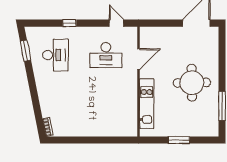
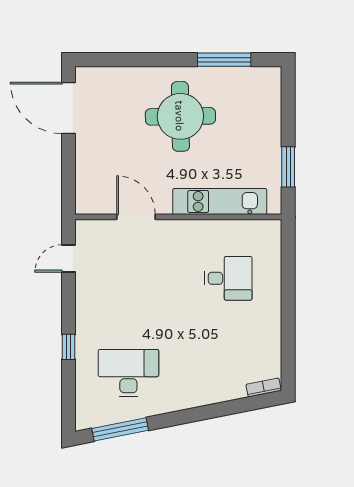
window: (26, 51) -> (120, 429), width x1.44
desk: (106, 55) -> (228, 278), moved, width x0.73
window: (179, 140) -> (288, 167), moved

